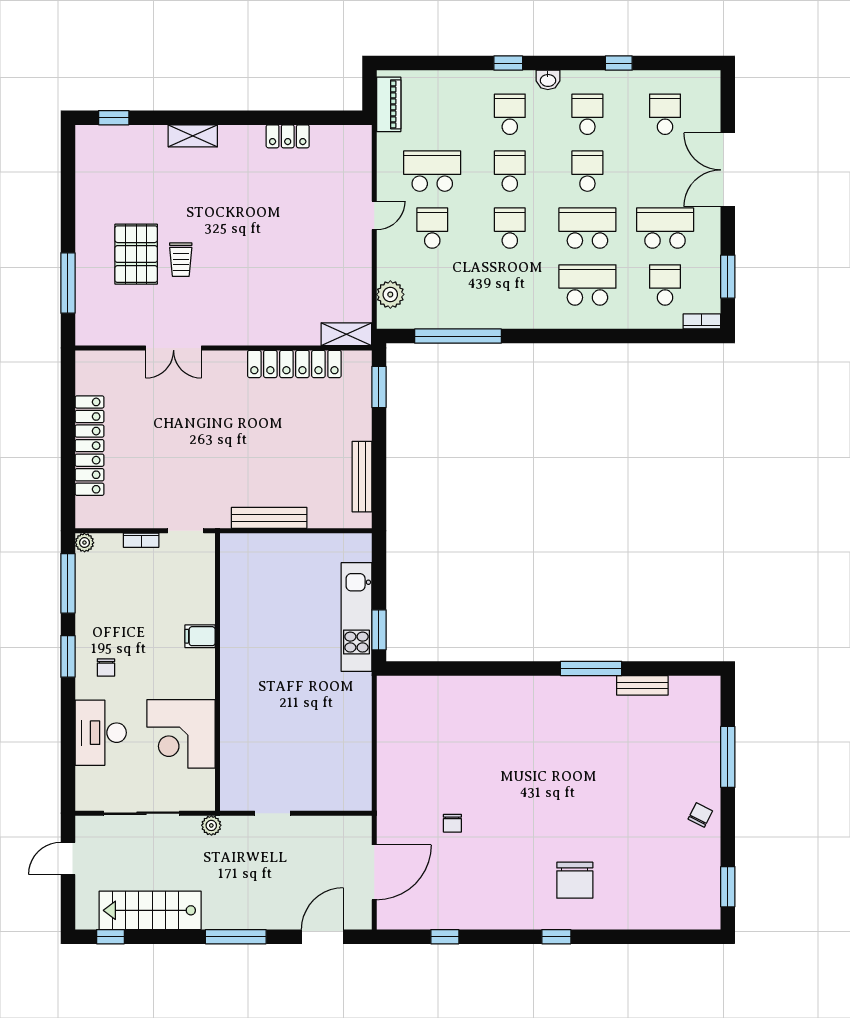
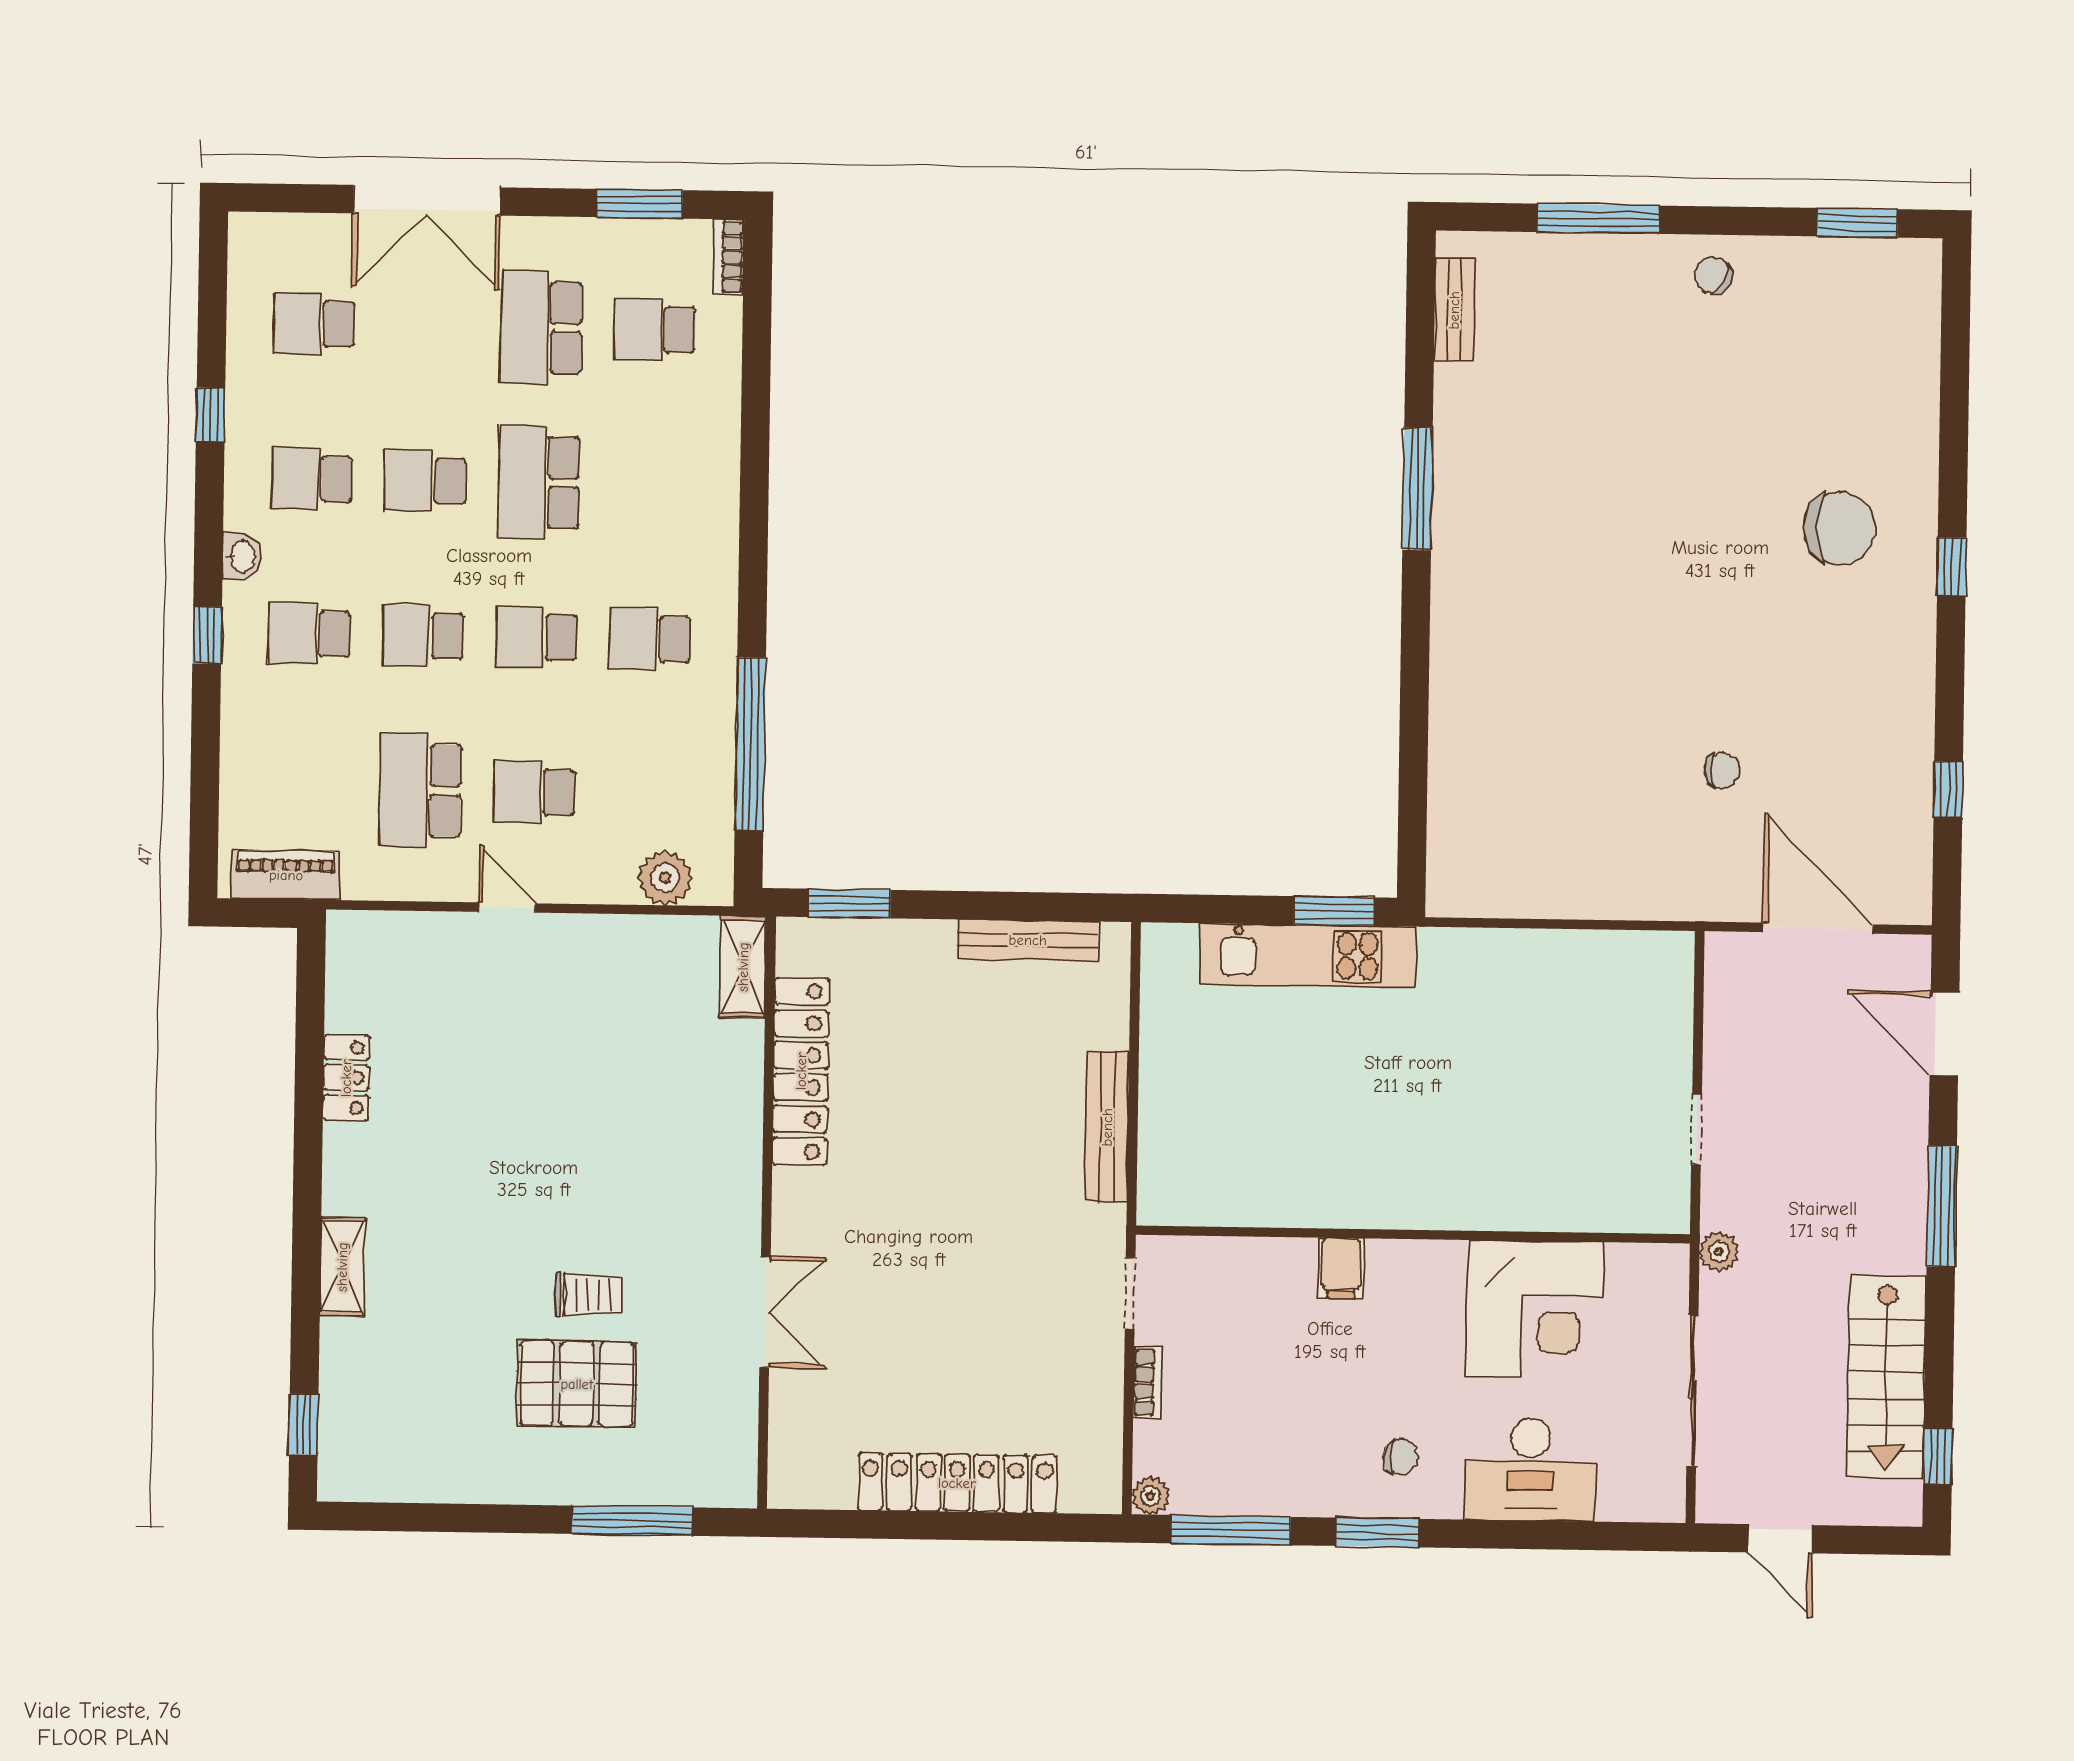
school desk: (587, 285) -> (650, 639), moved, width x0.54
bench: (642, 685) -> (1454, 310), moved

